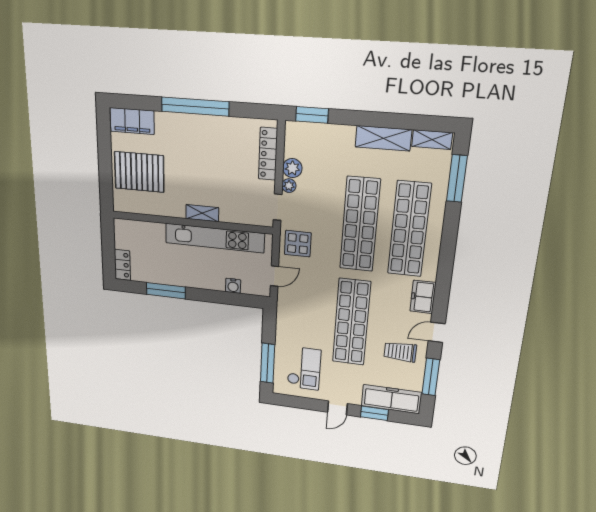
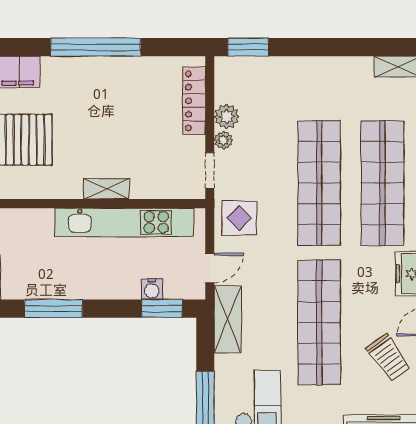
shelving: (383, 138) -> (228, 319), moved, turned 90
window: (240, 299) -> (162, 309), added
trolley: (400, 352) -> (389, 357), turned -126

